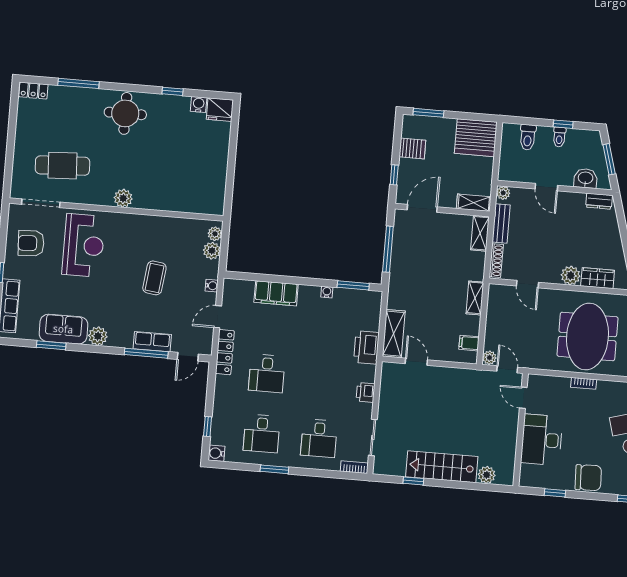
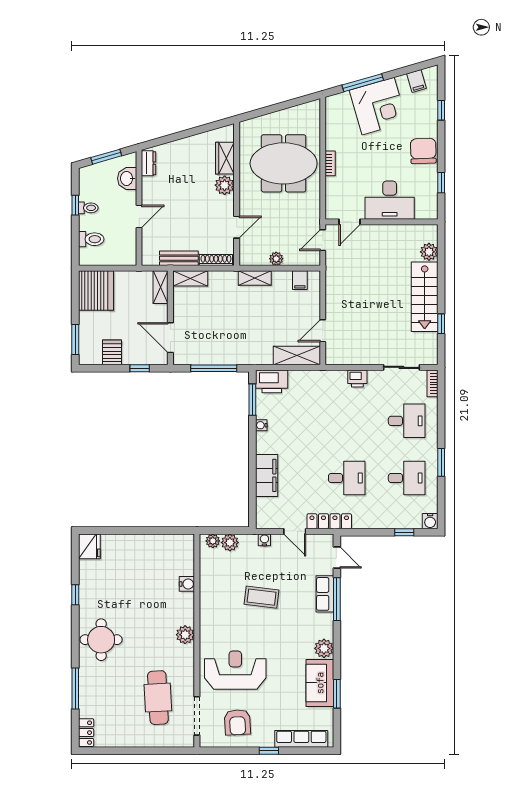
water cooler: (199, 104) -> (187, 584), moved, turned 180
plant: (503, 193) -> (148, 259), removed
printer: (366, 347) -> (272, 381), moved
plant: (489, 358) -> (276, 259), moved

